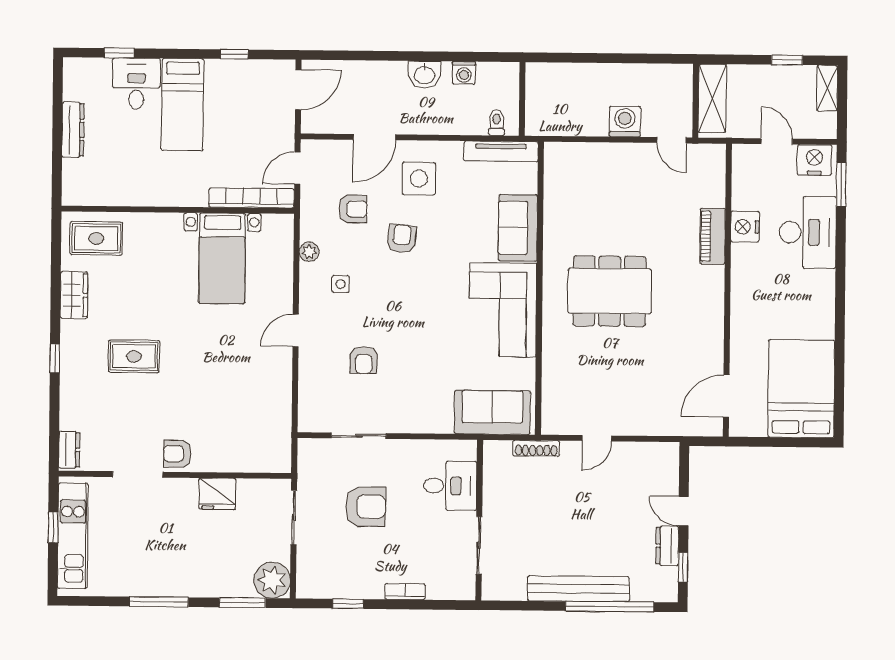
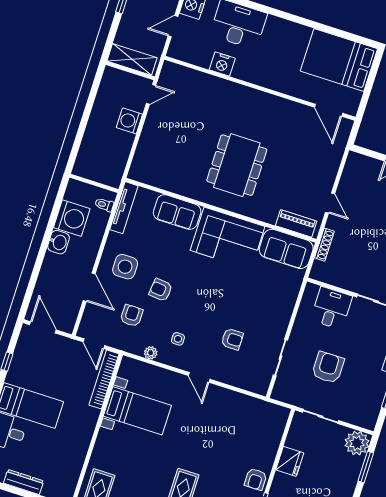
washing machine: (464, 73) -> (72, 218), width x1.89, depth x1.89
piano: (713, 236) -> (296, 223), moved, turned 180
sofa: (492, 412) -> (286, 249), moved, turned -90

